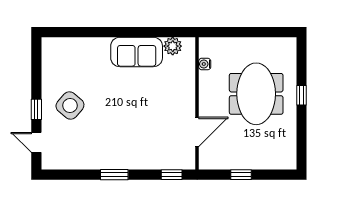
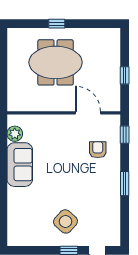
water cooler: (205, 64) -> (30, 106), removed
armchair: (154, 143) -> (98, 150), added

